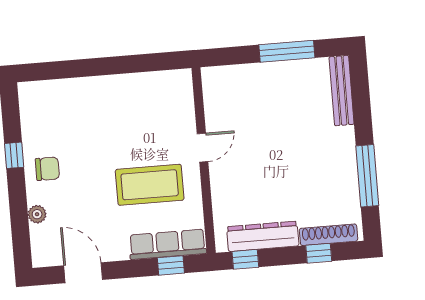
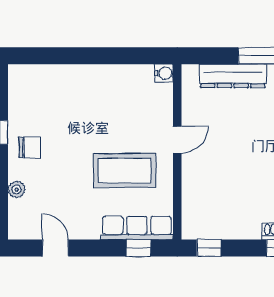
water cooler: (183, 79) -> (164, 73), added
dresser: (263, 236) -> (233, 76), moved, turned 180
door: (83, 273) -> (55, 248), width x0.73

